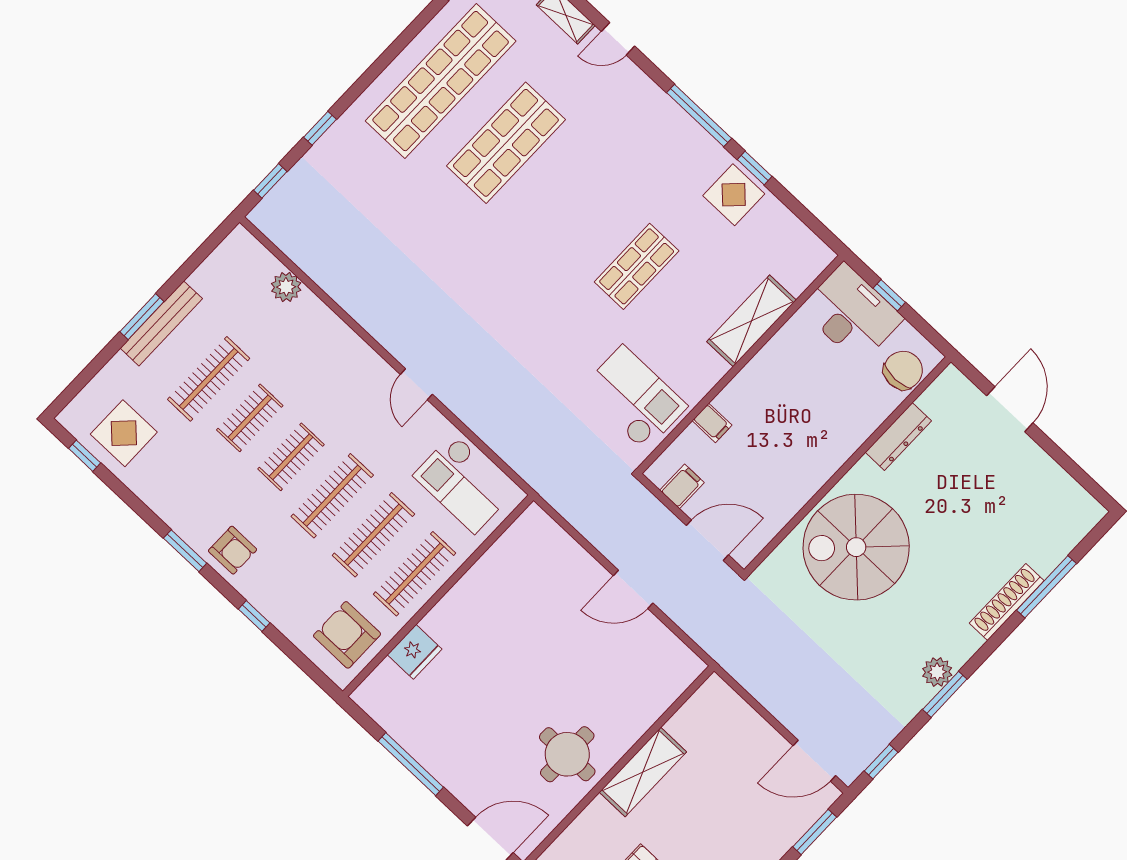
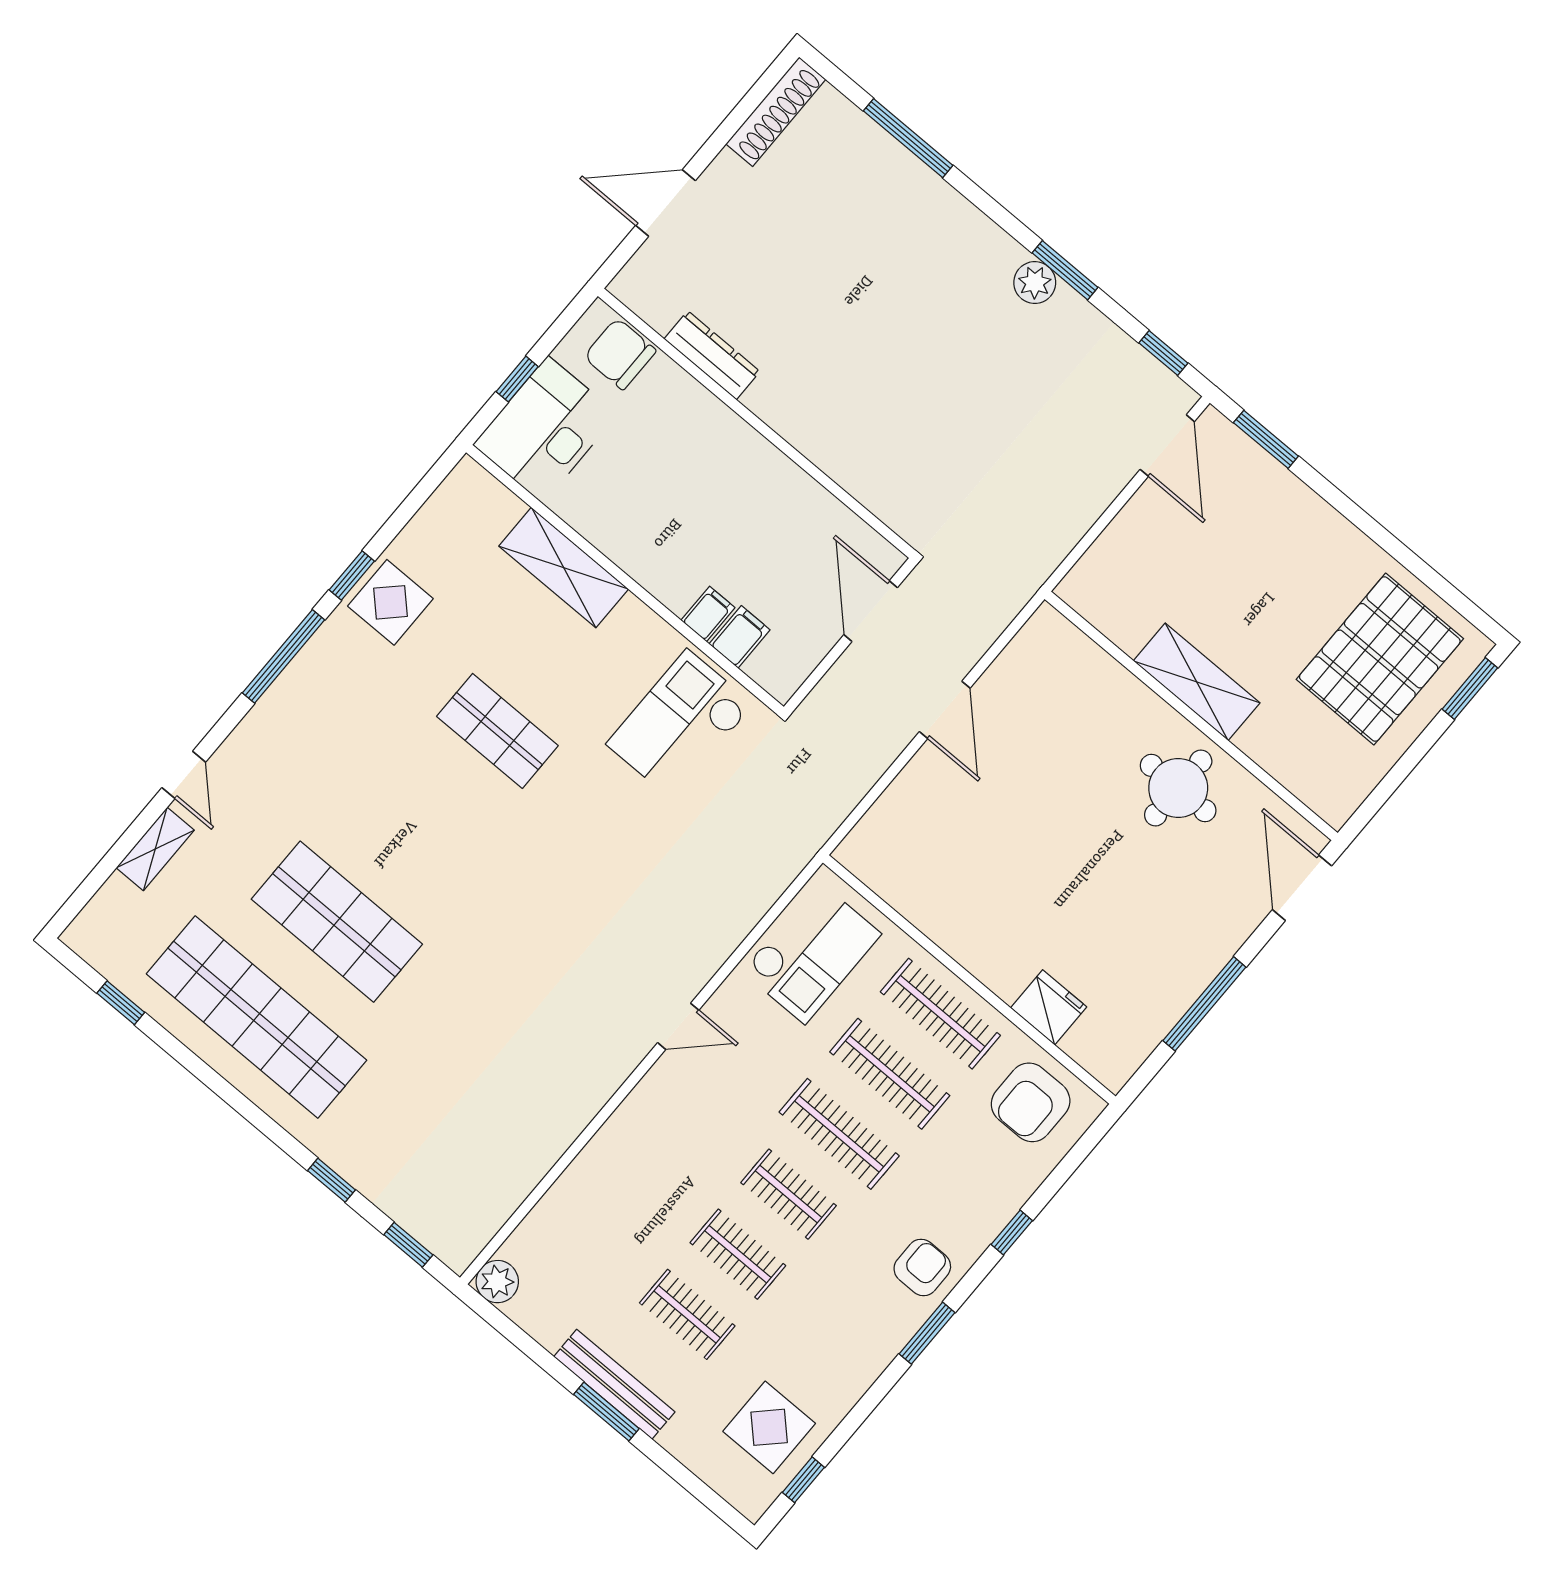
plant: (286, 287) -> (497, 1282), moved
clothes rail: (209, 379) -> (687, 1314), width x0.73
filing cabinet: (682, 486) -> (740, 637), moved, turned 90
spiral stairs: (856, 547) -> (868, 405), removed
shoe rack: (1007, 602) -> (776, 112), moved, turned -90

